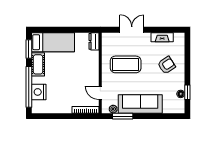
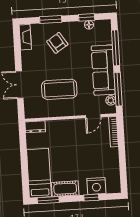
fireplace: (162, 37) -> (25, 37), moved
window: (187, 61) -> (51, 19), added
coffee table: (126, 64) -> (59, 89), turned 90
window: (29, 87) -> (91, 198), width x0.32
window: (123, 116) -> (118, 89), width x1.44
window: (159, 116) -> (116, 48), added

